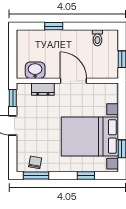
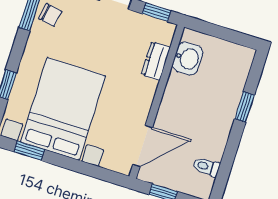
door: (73, 81) -> (143, 146), moved

